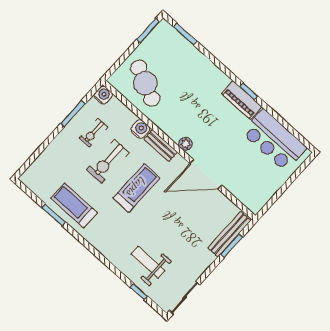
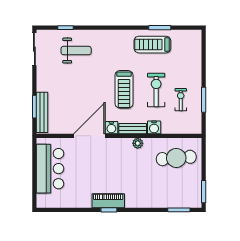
cafe table: (145, 83) -> (176, 158), turned -30
water cooler: (103, 95) -> (111, 128), moved
bar counter: (274, 140) -> (50, 169), moved, turned 90
plant: (186, 144) -> (138, 143), moved
treadmill: (74, 205) -> (152, 45), turned 180

